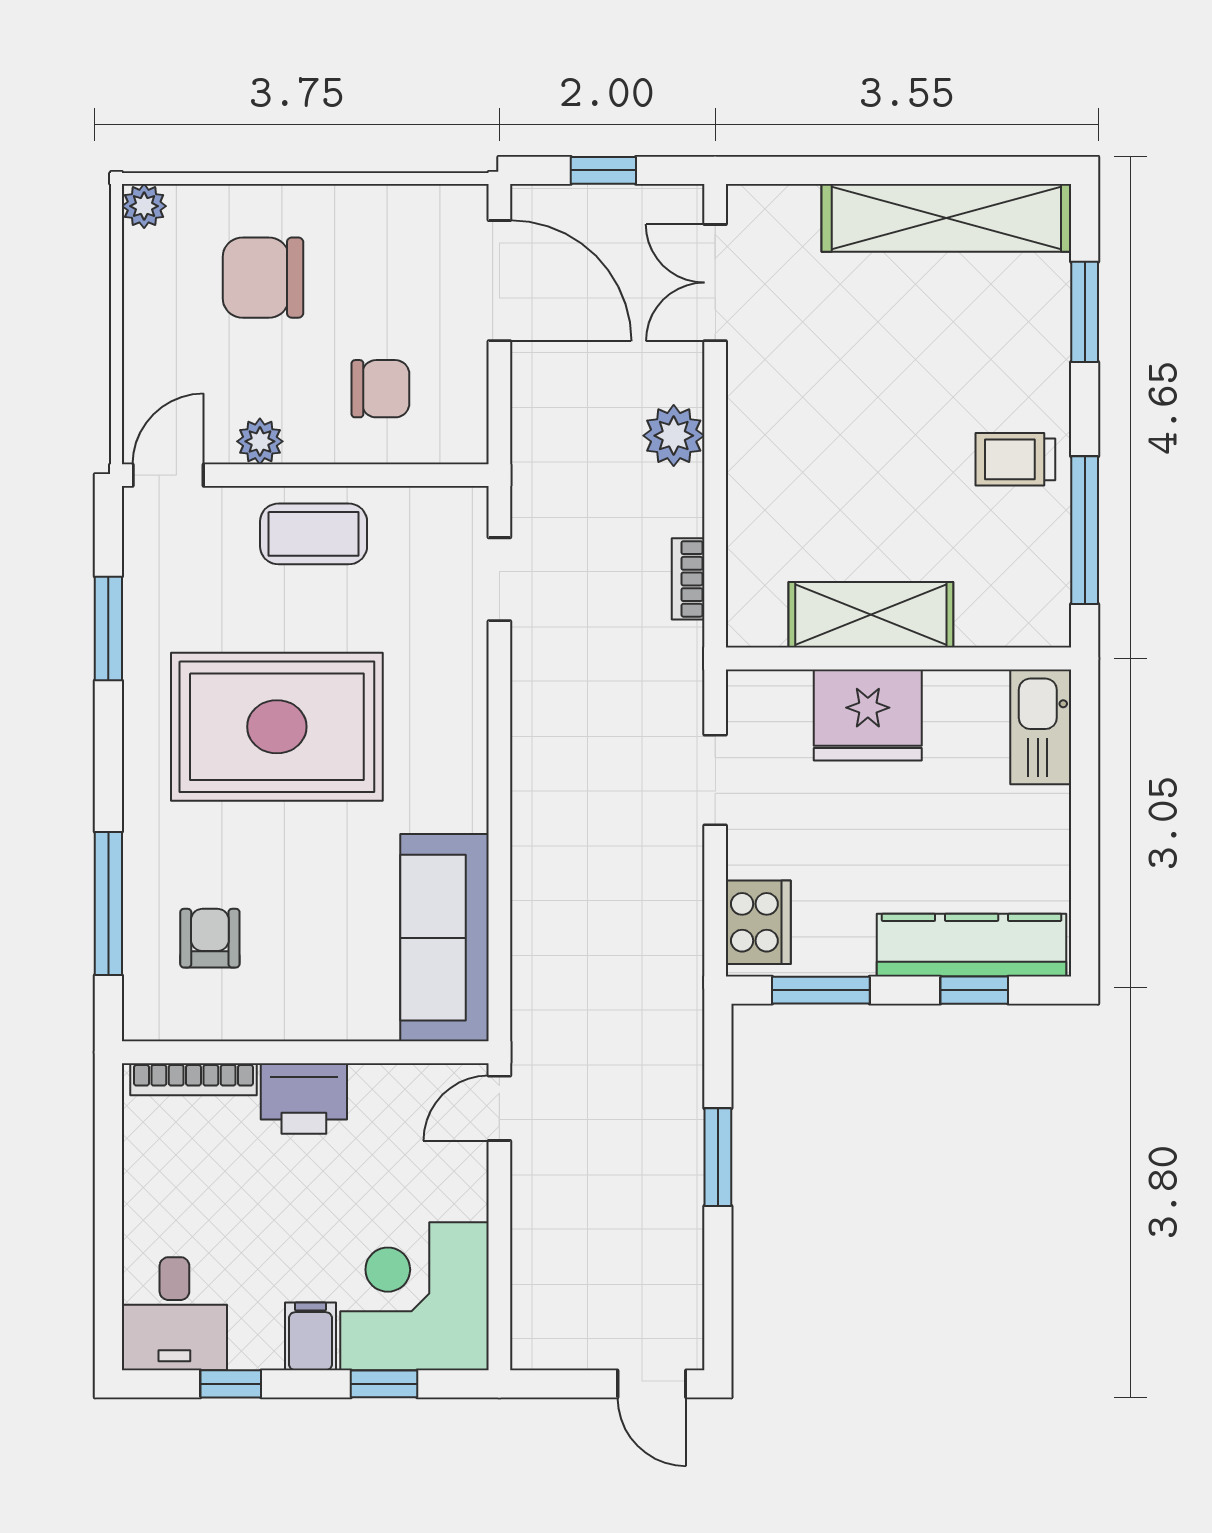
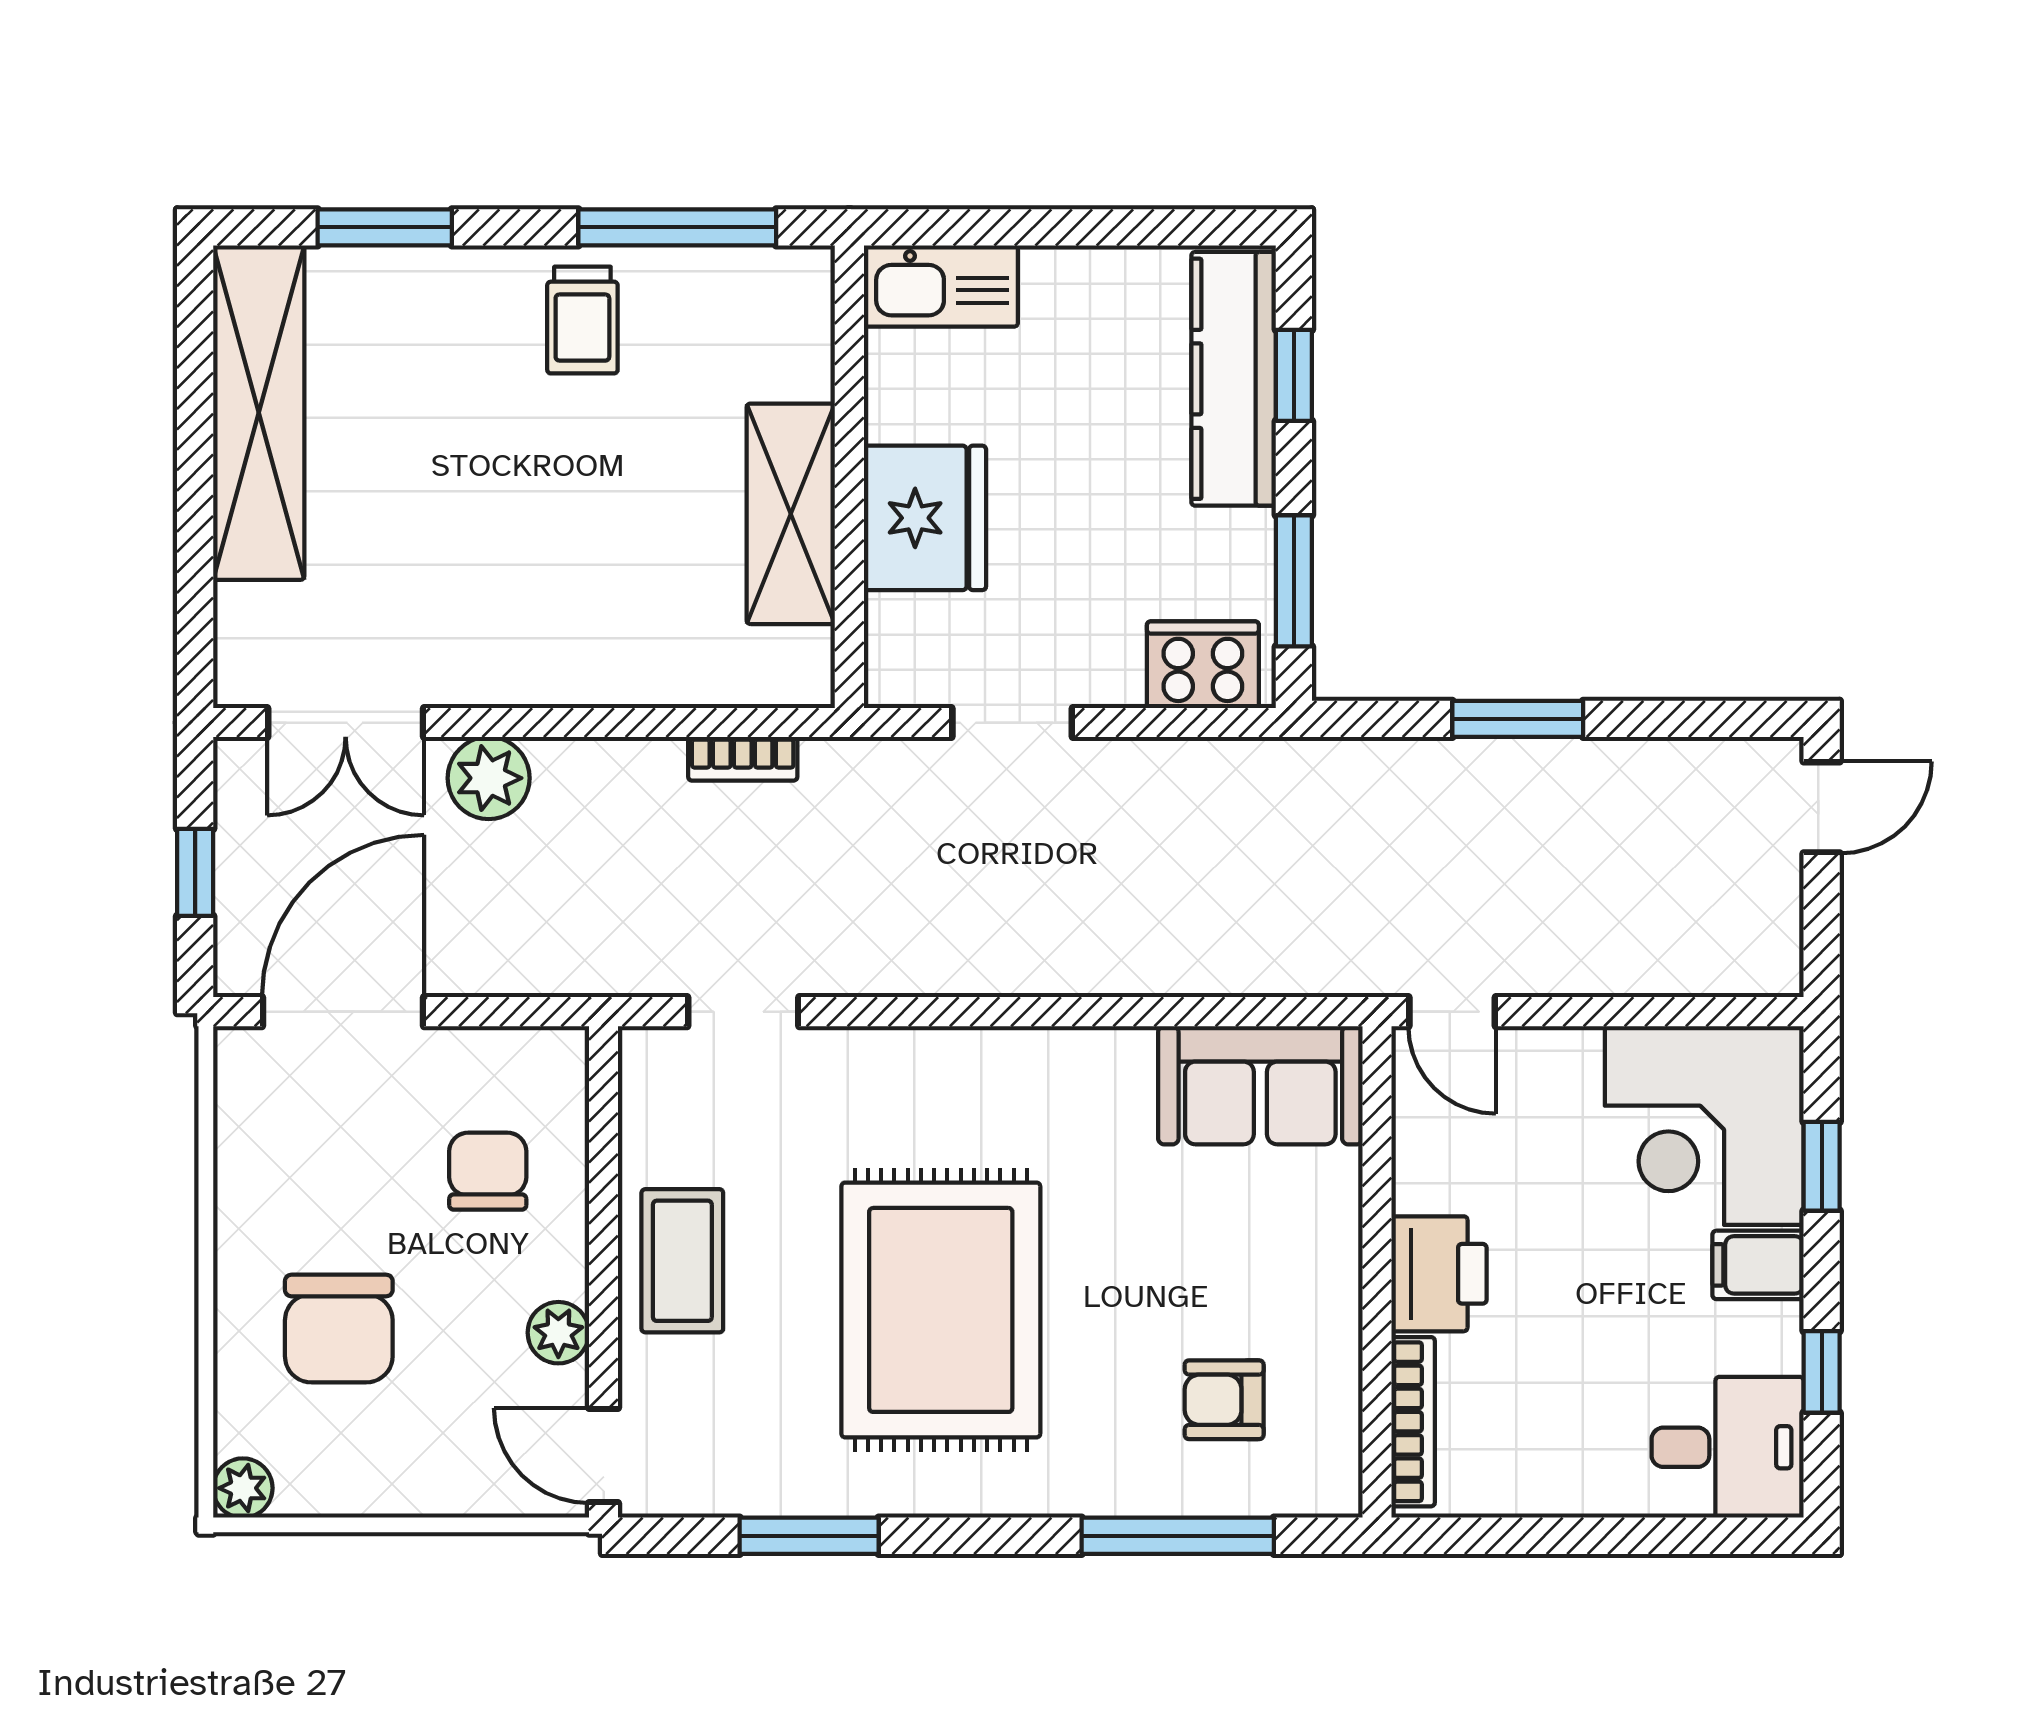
plant: (674, 436) -> (489, 778), moved
sofa: (445, 938) -> (1260, 1085), width x0.73

